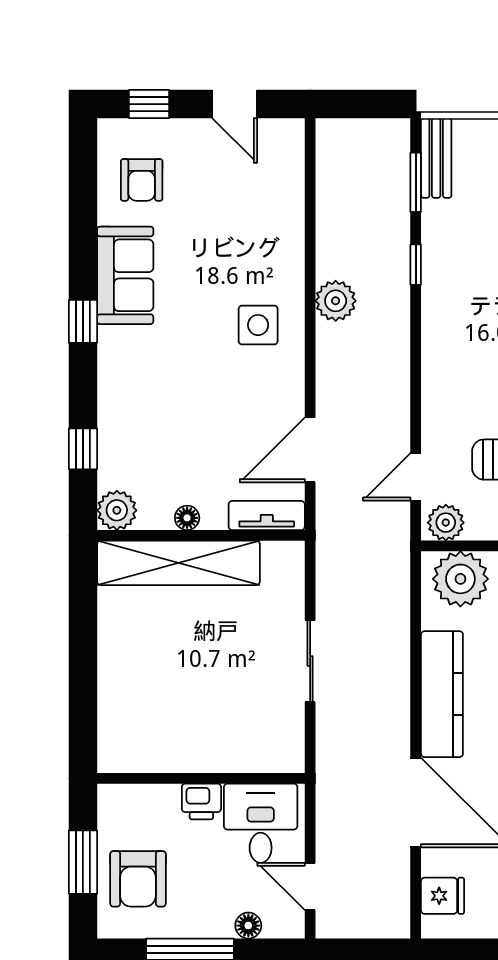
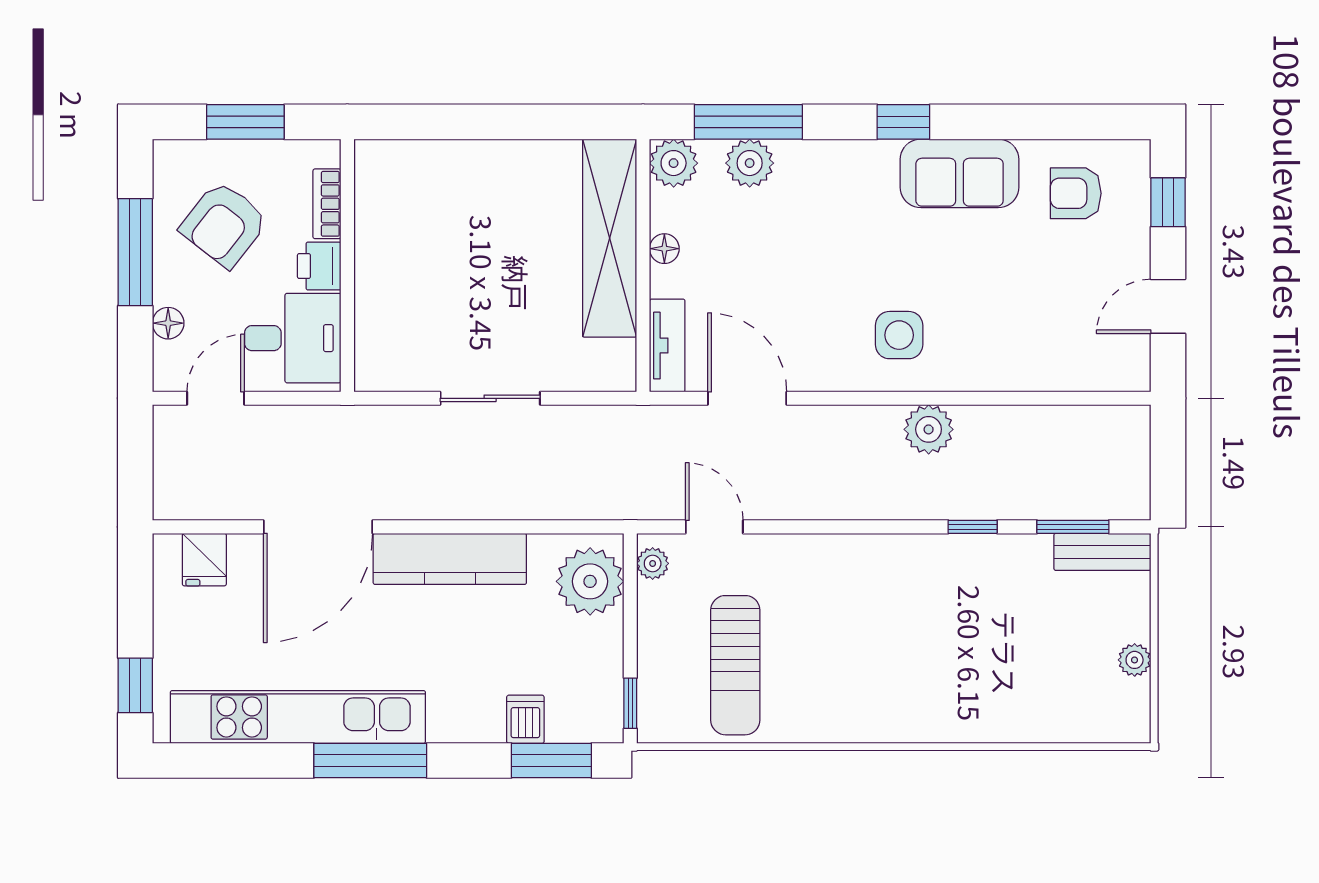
plant: (117, 448) -> (750, 163), added
window: (83, 449) -> (748, 122), width x2.17
plant: (446, 523) -> (653, 563), width x0.73, depth x0.73
bookcase: (150, 795) -> (327, 204), added
armchair: (138, 879) -> (224, 224), moved, turned -52

